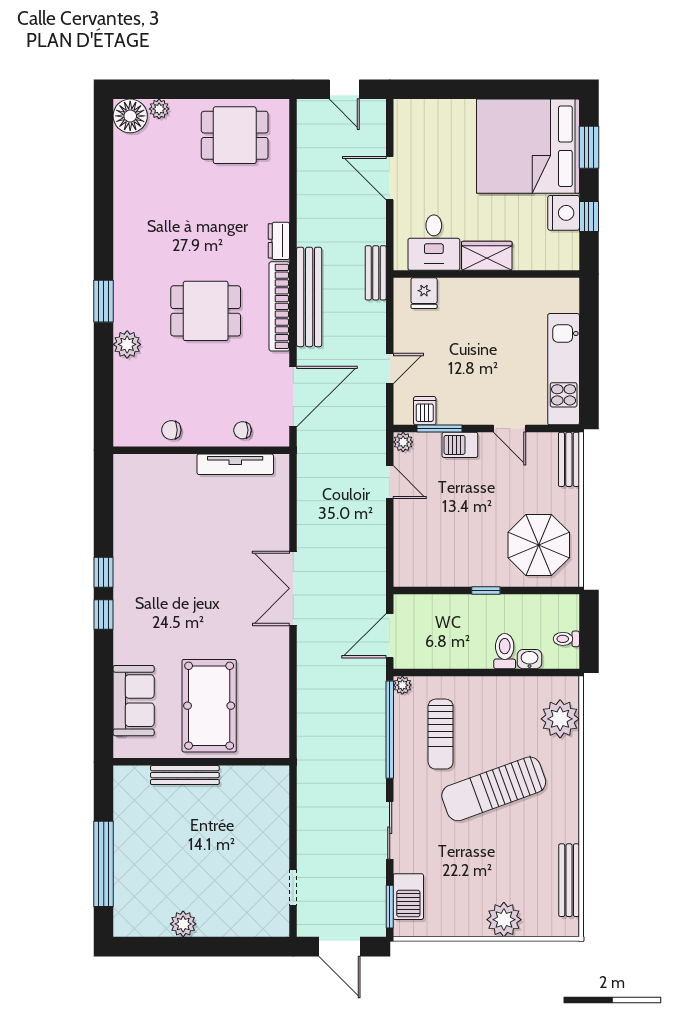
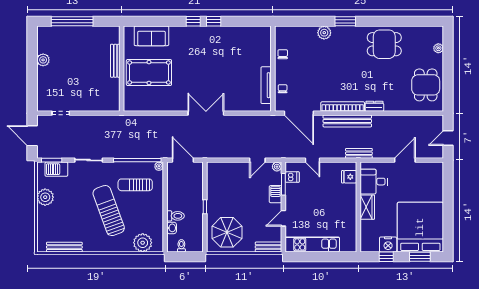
floor lamp: (130, 116) -> (435, 34), removed
dining table: (206, 311) -> (384, 44), moved, turned 90
plant: (504, 920) -> (45, 197), moved
door: (339, 947) -> (32, 136), hinge flipped

